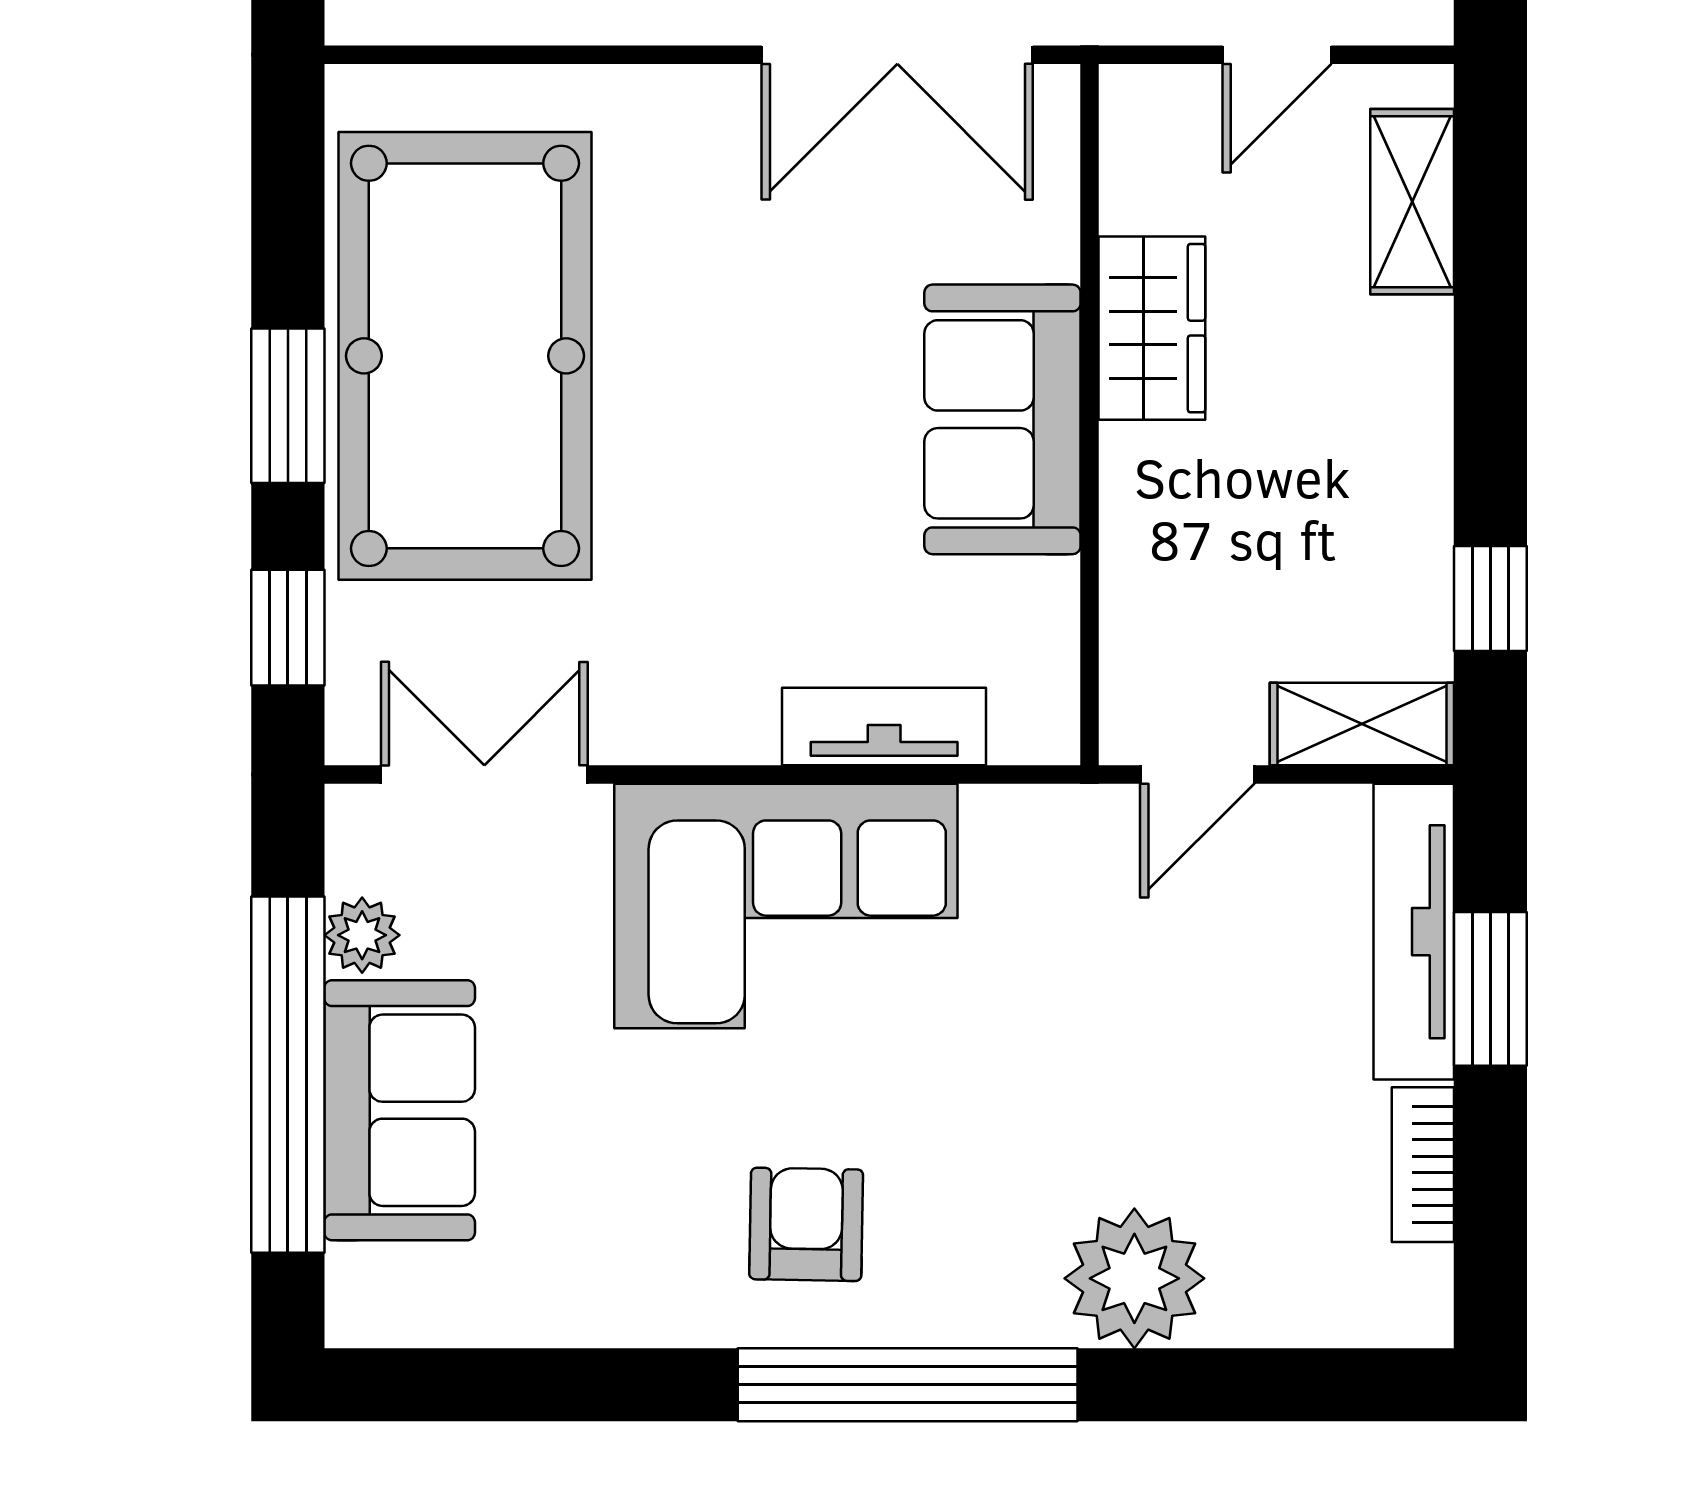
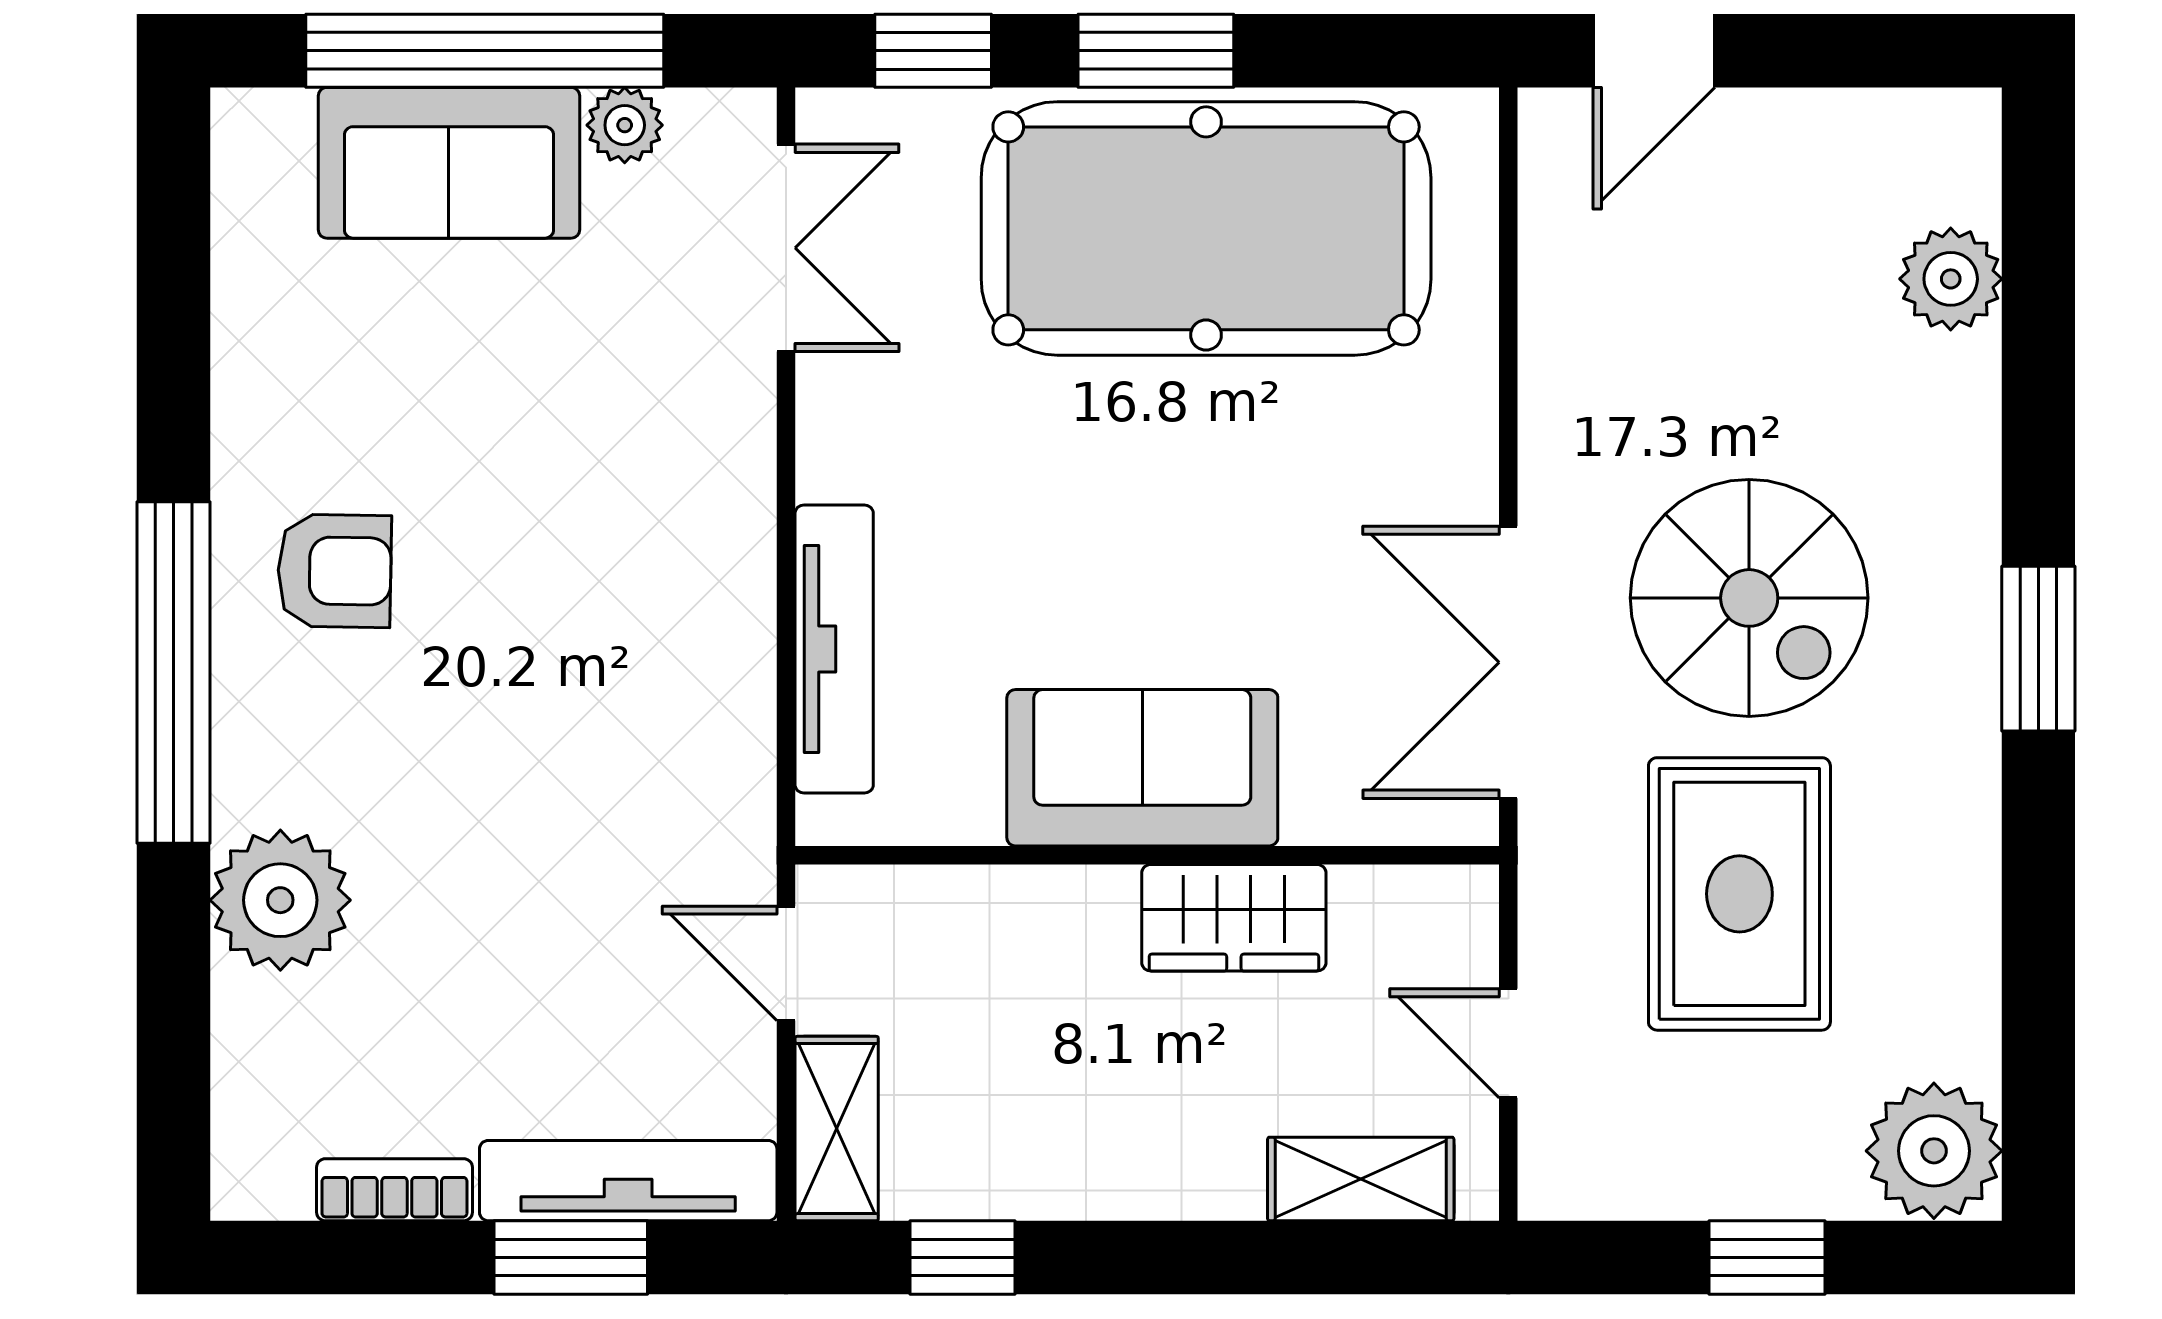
tv unit: (884, 726) -> (834, 649), width x1.41
corner sofa: (786, 906) -> (654, 550), removed

